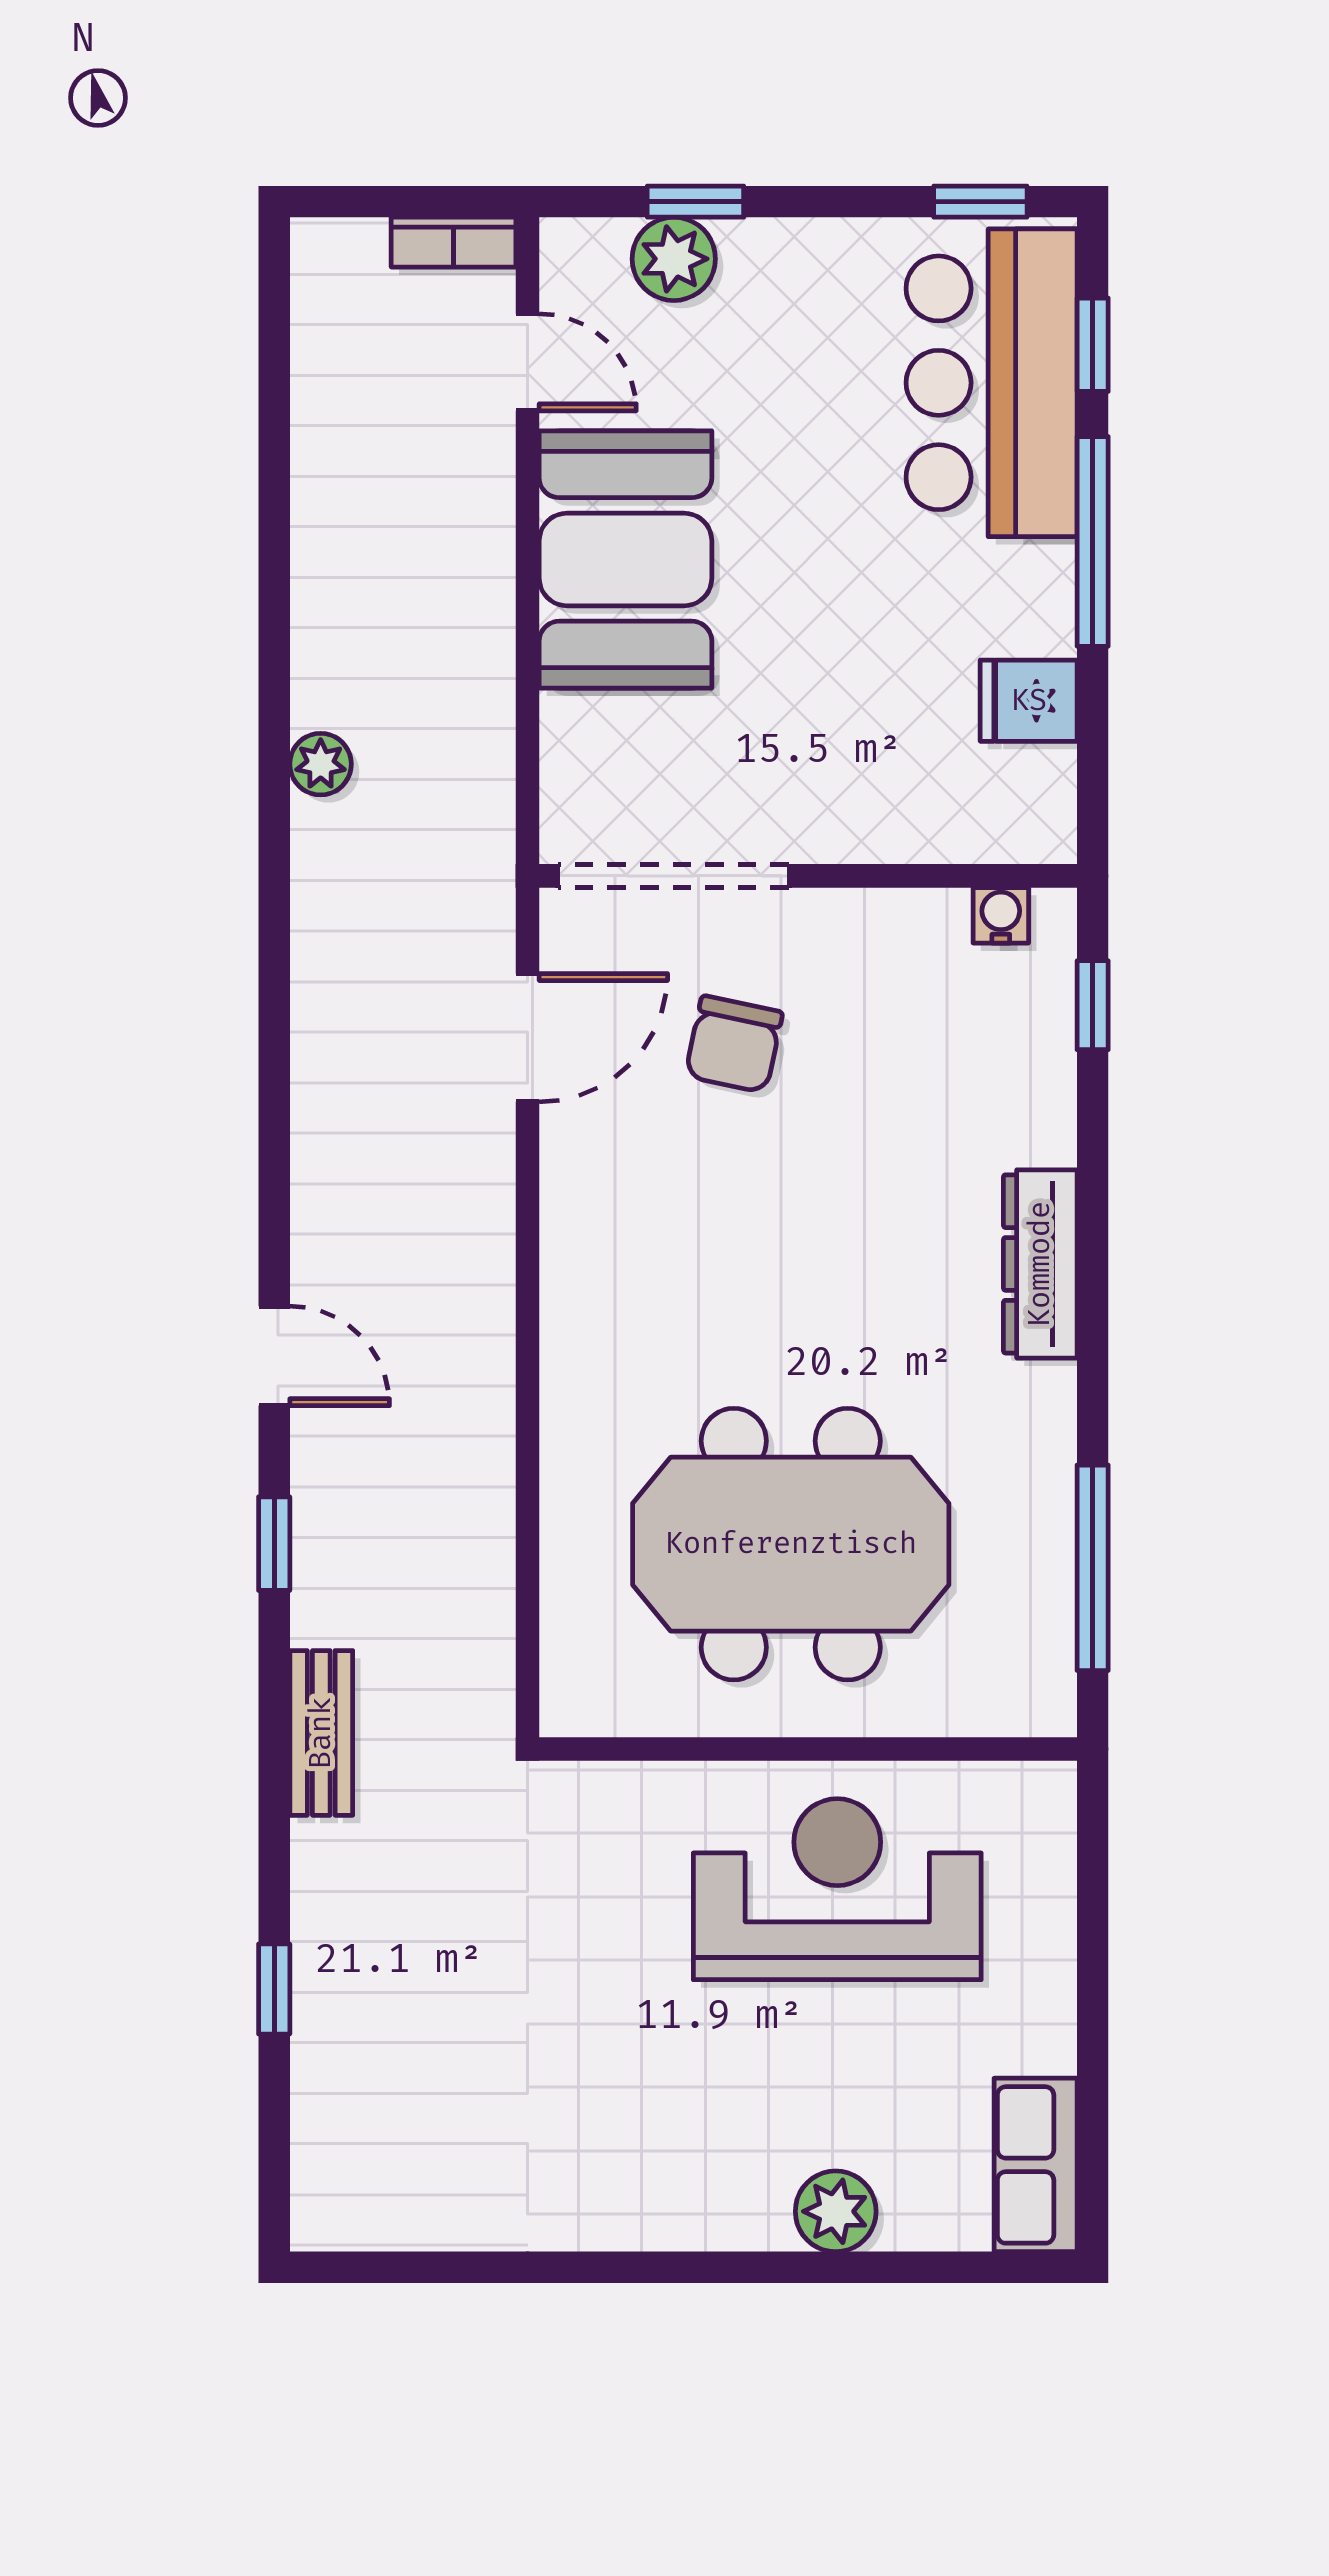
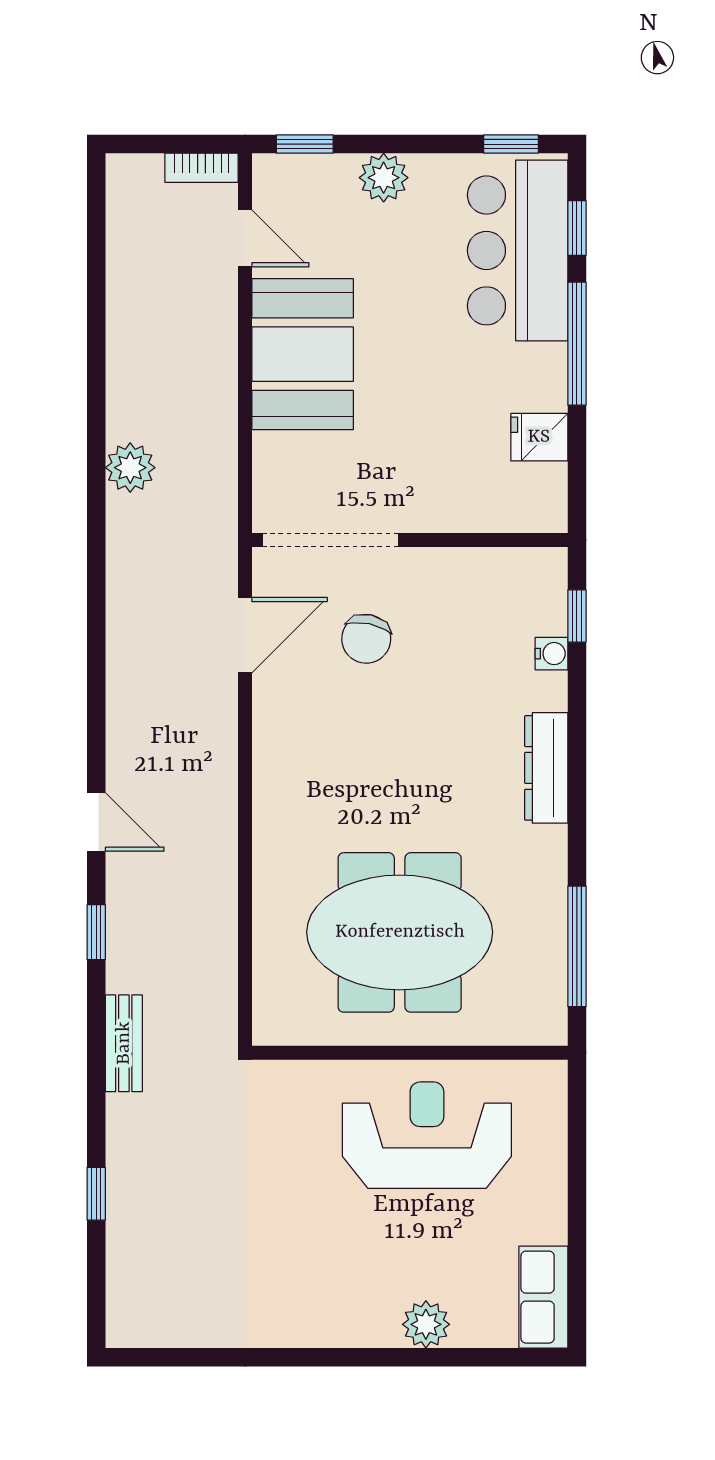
window: (695, 202) -> (305, 144), moved
plant: (674, 259) -> (384, 178), moved
plant: (321, 764) -> (130, 468), width x1.38, depth x1.38
water cooler: (1001, 915) -> (551, 654), moved, turned 90

